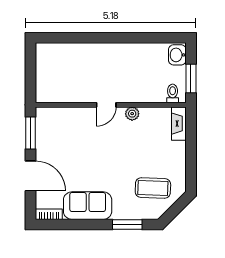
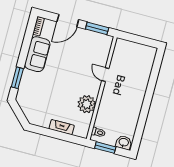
door: (106, 105) -> (105, 75), moved
plant: (132, 114) -> (87, 104), width x1.87, depth x1.87
fireplace: (179, 124) -> (62, 127), moved
coffee table: (153, 188) -> (37, 102), removed

